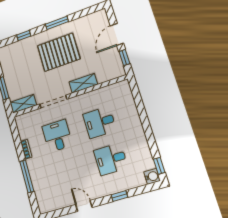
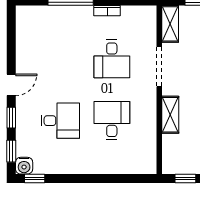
desk: (57, 136) -> (112, 59), turned 90
desk: (111, 159) -> (60, 121), turned 90
window: (144, 189) -> (11, 151), added
door: (84, 206) -> (11, 85), moved

